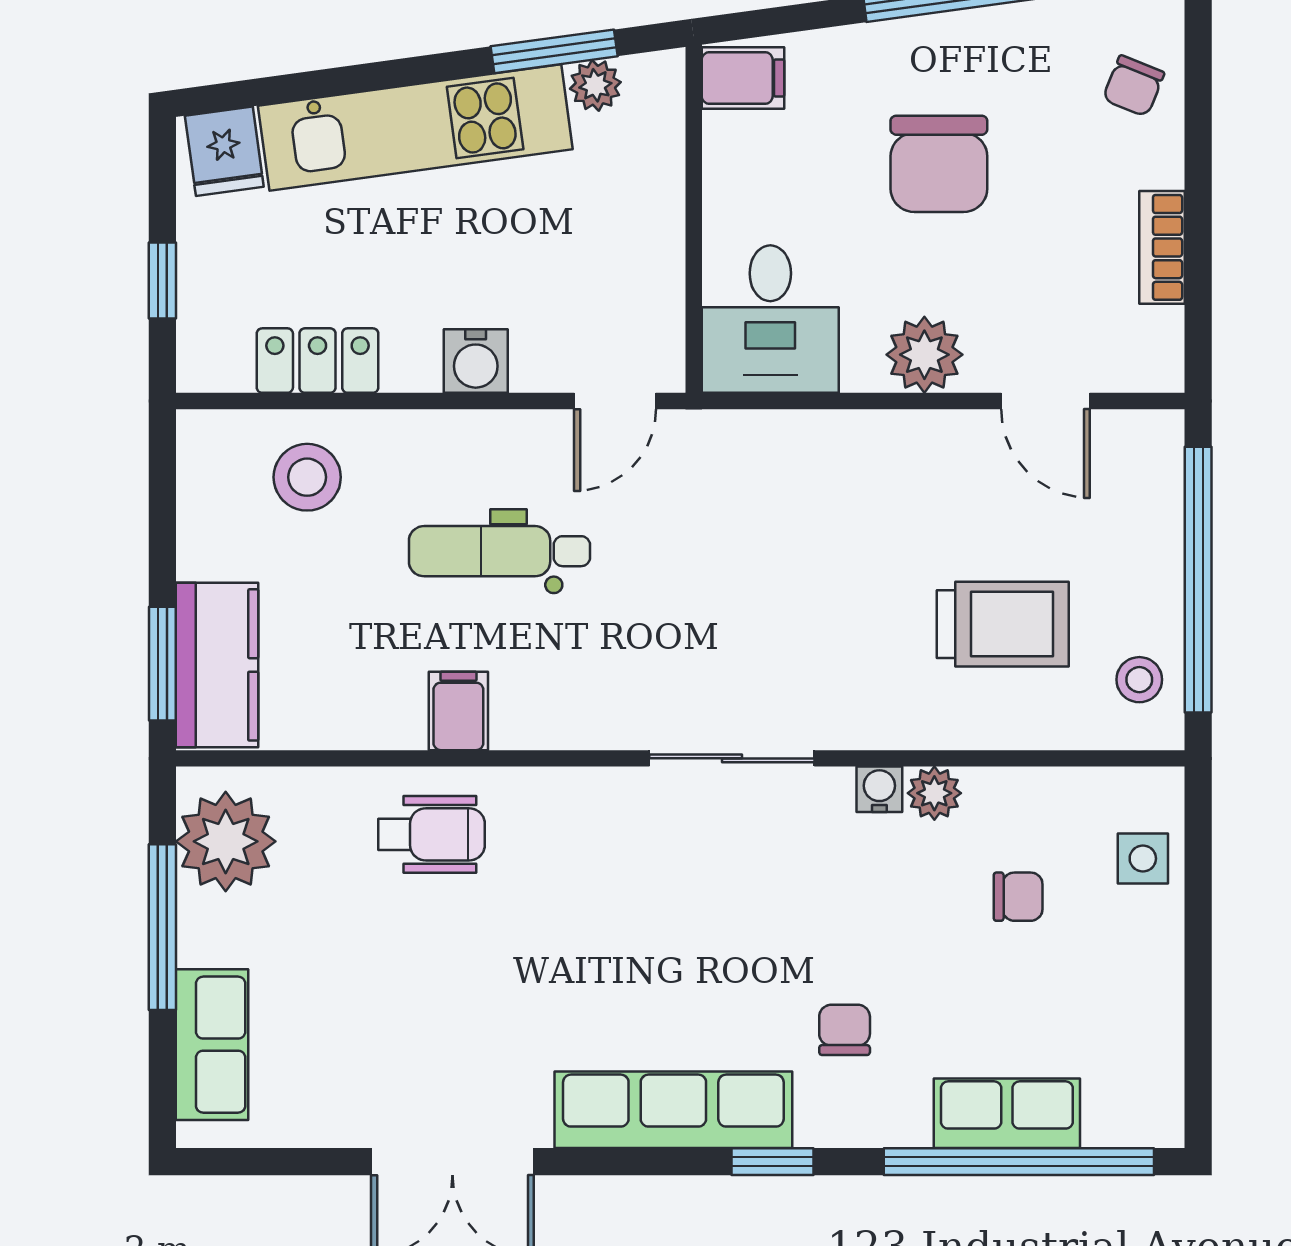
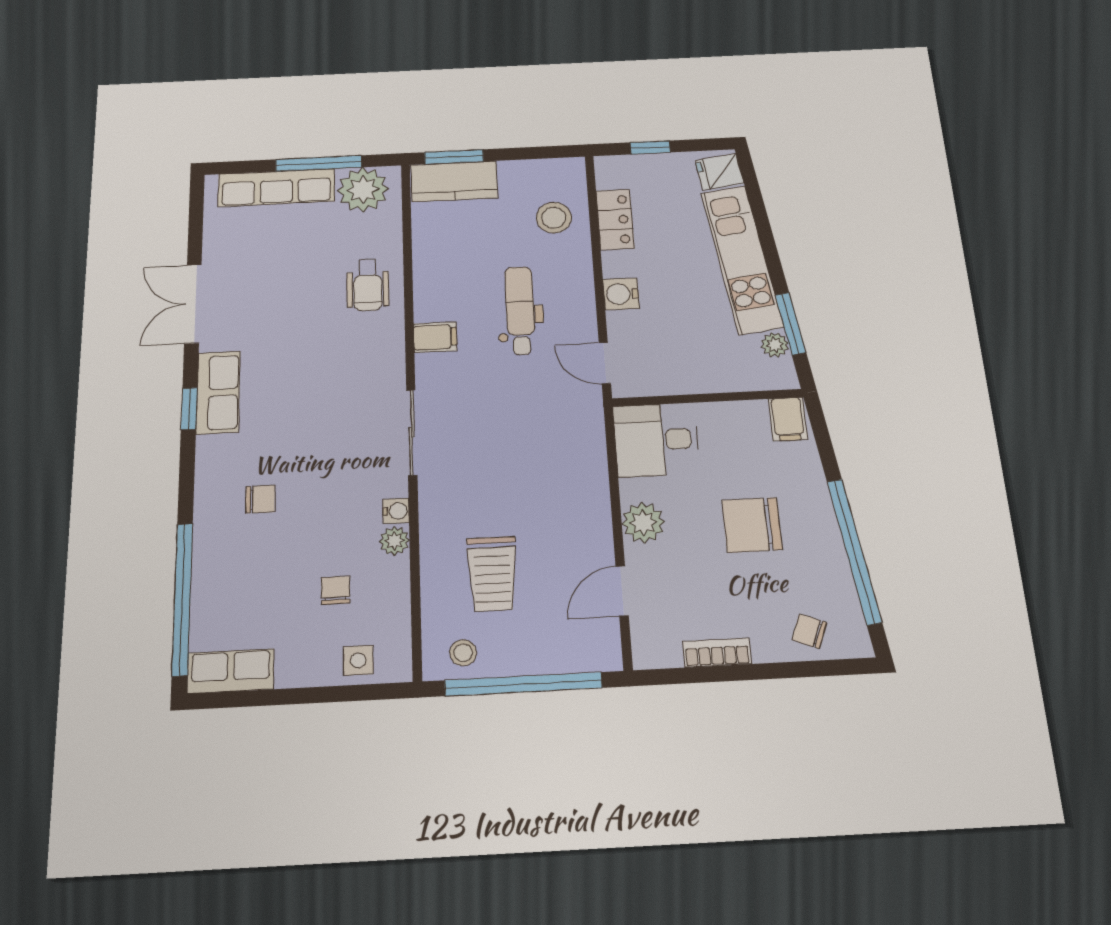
filing cabinet: (458, 711) -> (435, 337), moved
chair: (1018, 897) -> (336, 590), turned 180
row of seats: (212, 1045) -> (276, 188), width x1.48
row of seats: (673, 1110) -> (218, 392), width x0.68
row of seats: (1007, 1113) -> (231, 671), moved, turned -90
window: (772, 1162) -> (189, 409), moved

